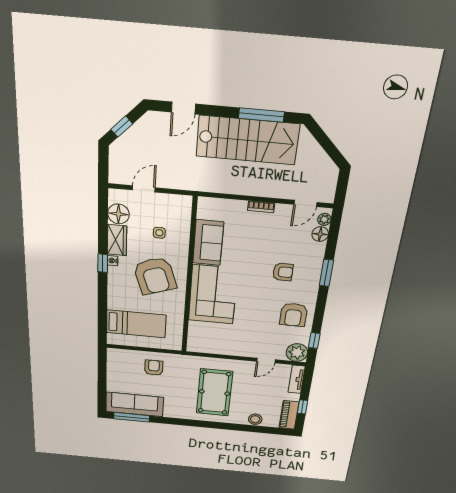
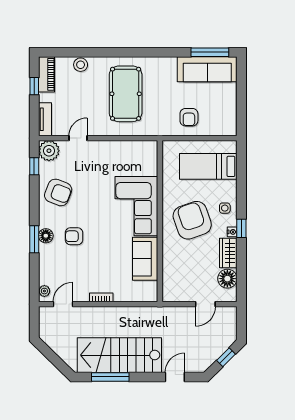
side table: (159, 233) -> (225, 208), moved
floor lamp: (320, 234) -> (46, 236), moved
armchair: (293, 315) -> (58, 192), turned 111

